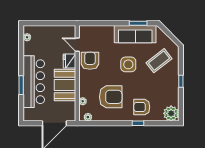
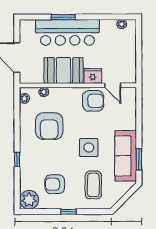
door: (77, 45) -> (113, 85), swing flipped
coffee table: (159, 61) -> (93, 185), turned 38
armchair: (142, 107) -> (55, 184), moved, turned -90

